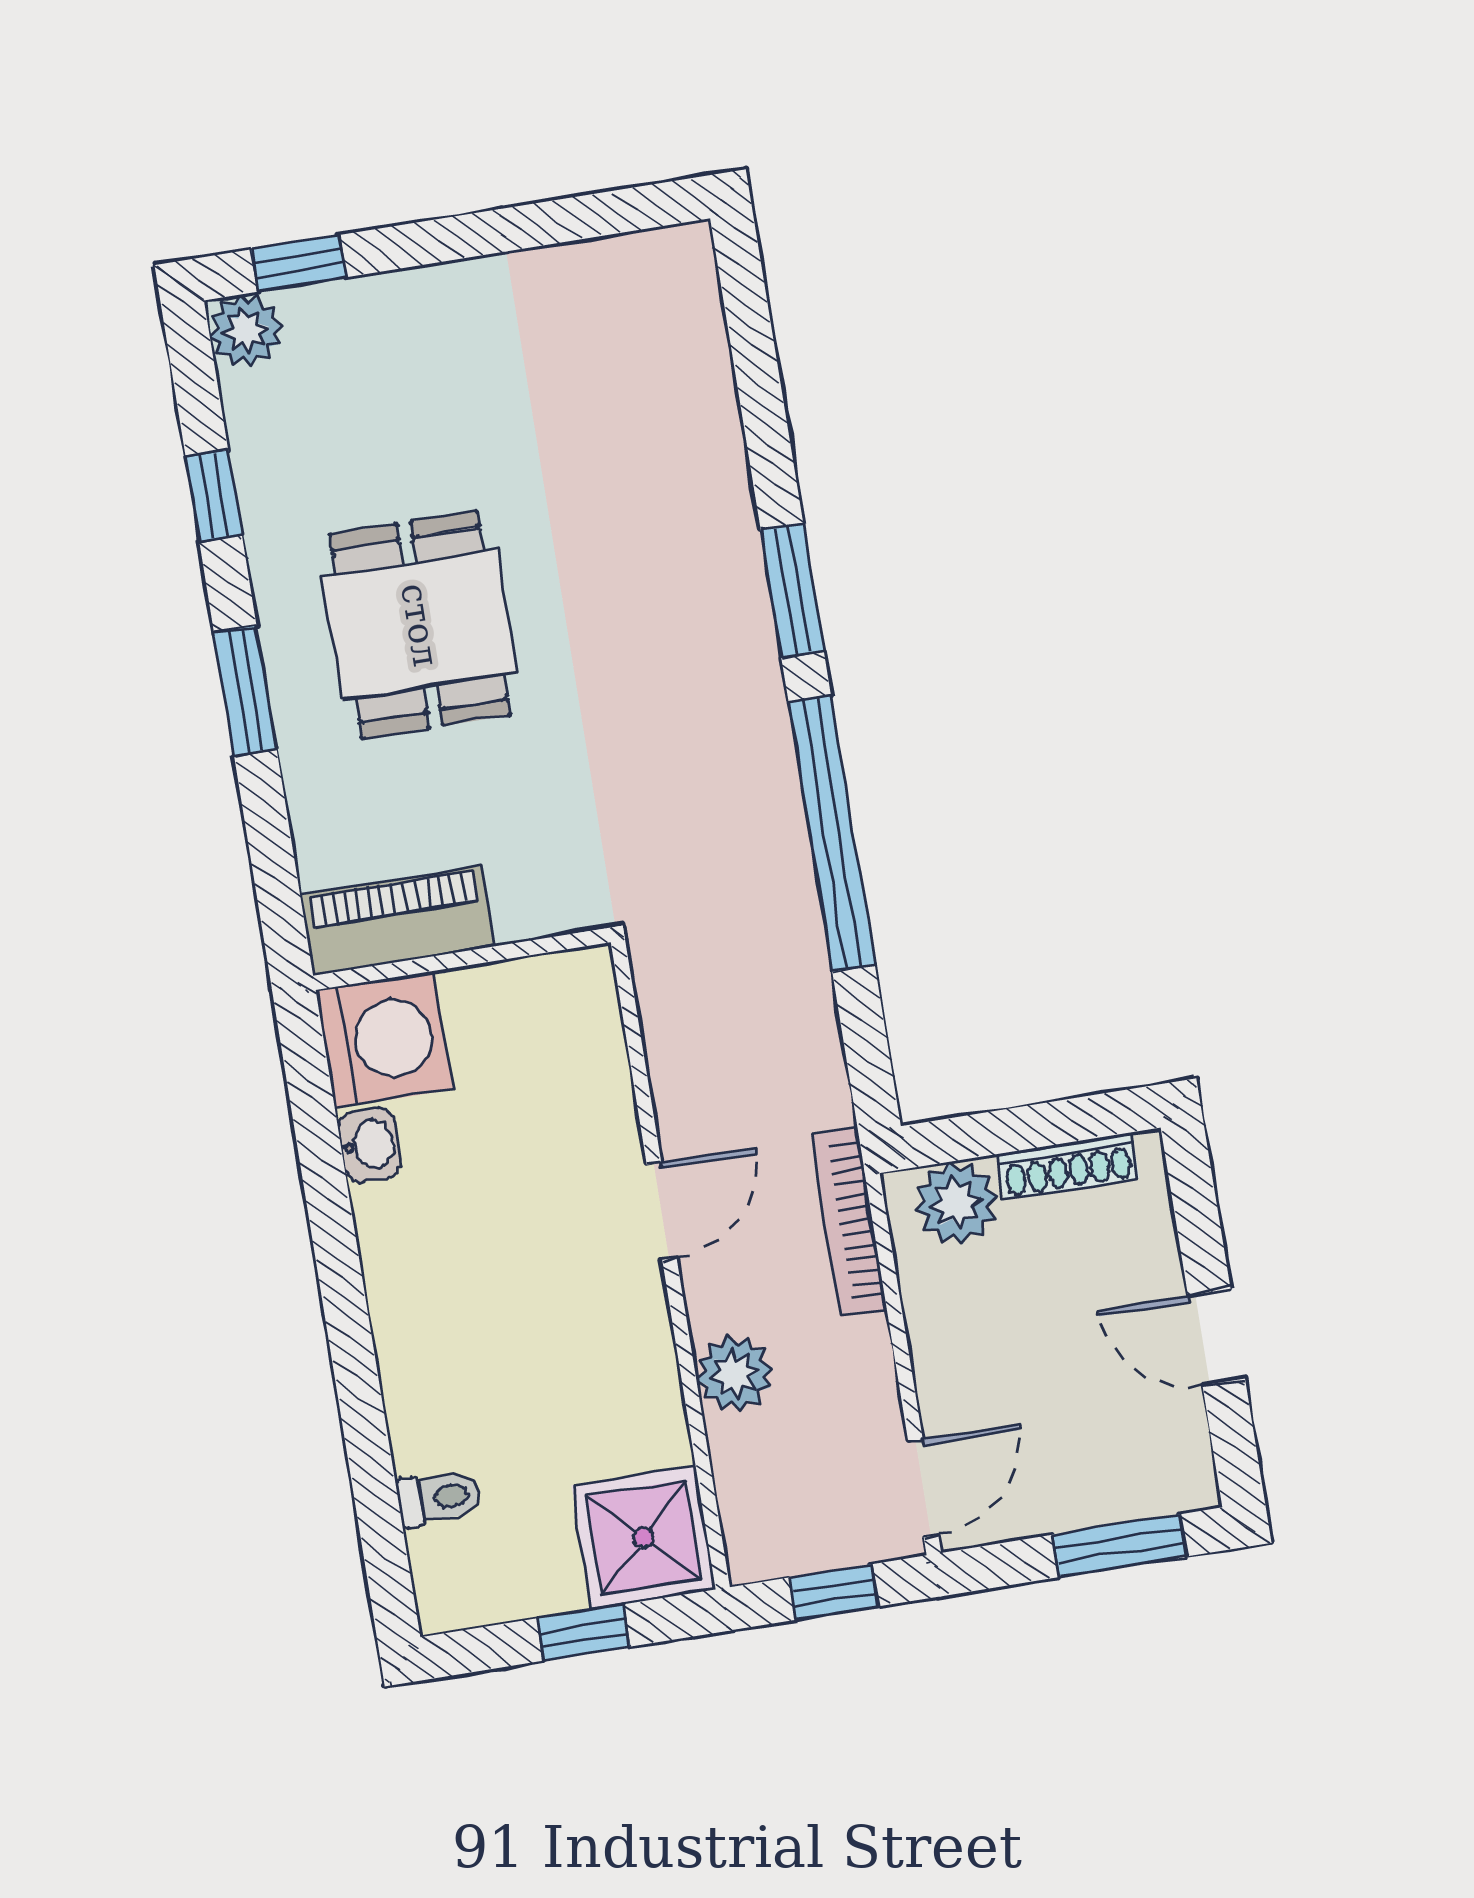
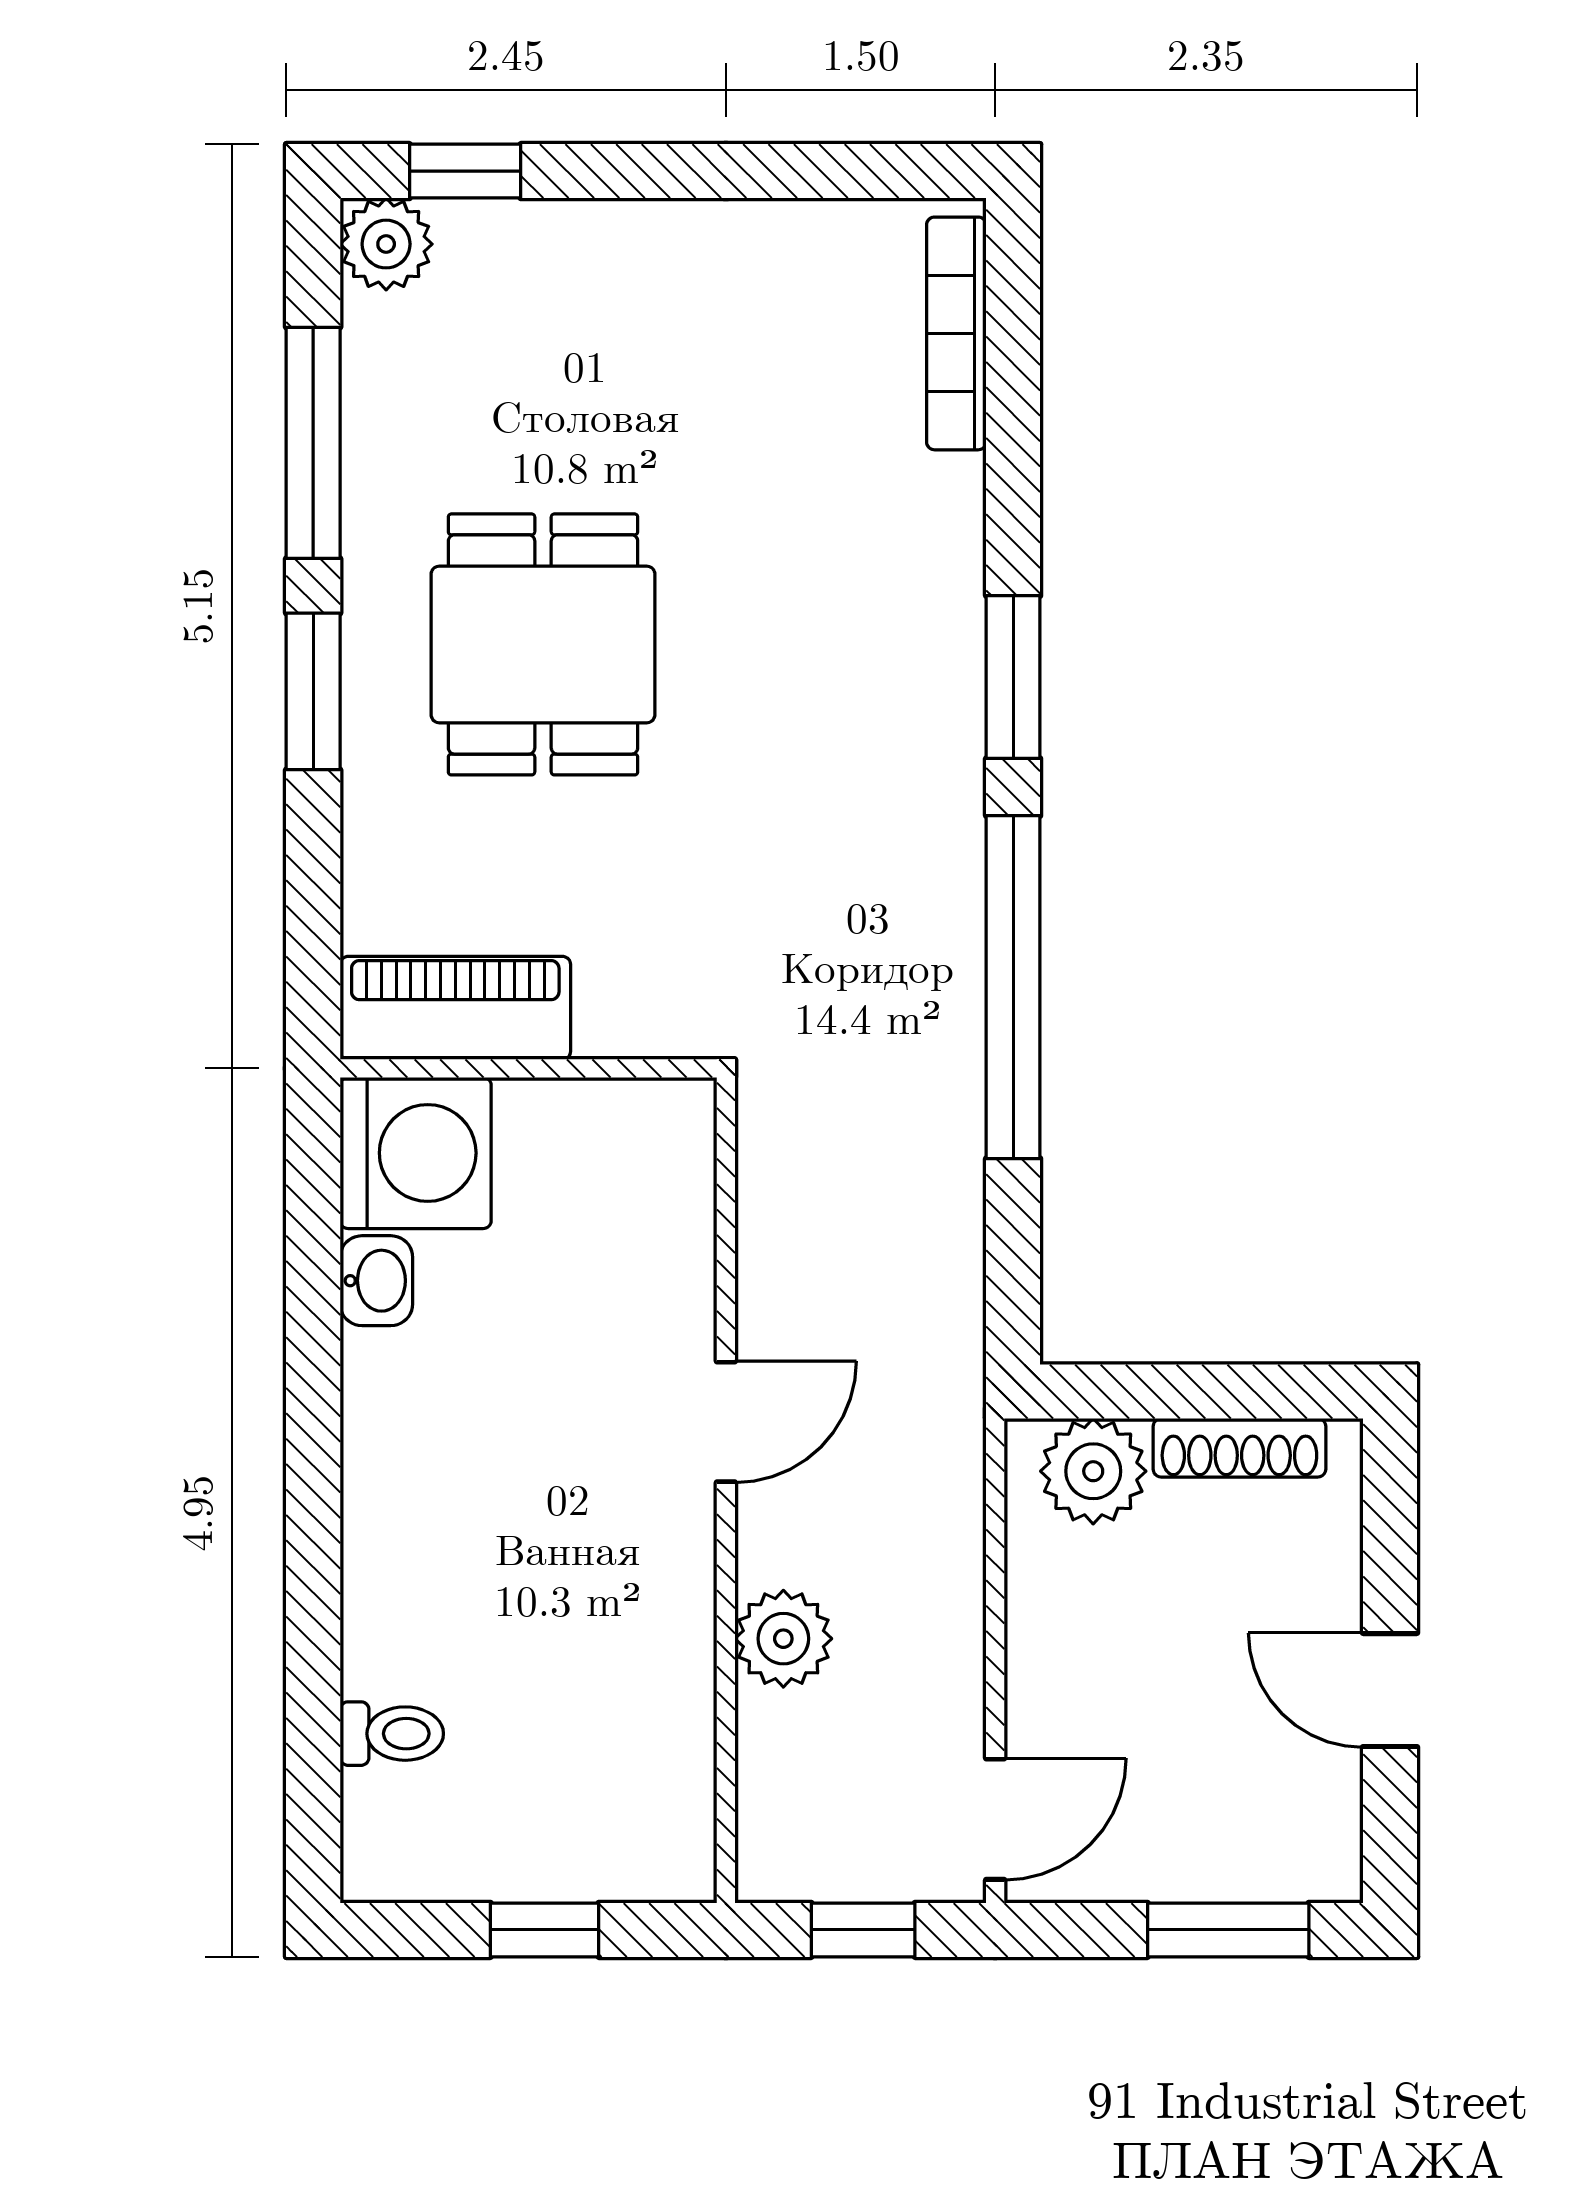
window: (214, 496) -> (313, 443), width x2.17
bookcase: (849, 1222) -> (956, 333), moved
shower: (644, 1537) -> (638, 1824), removed

